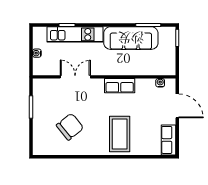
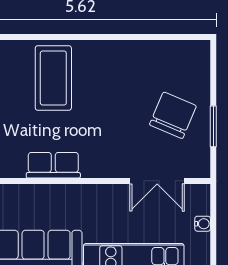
double door: (75, 77) -> (157, 181), moved
chair: (70, 127) -> (173, 115), moved, turned 152

